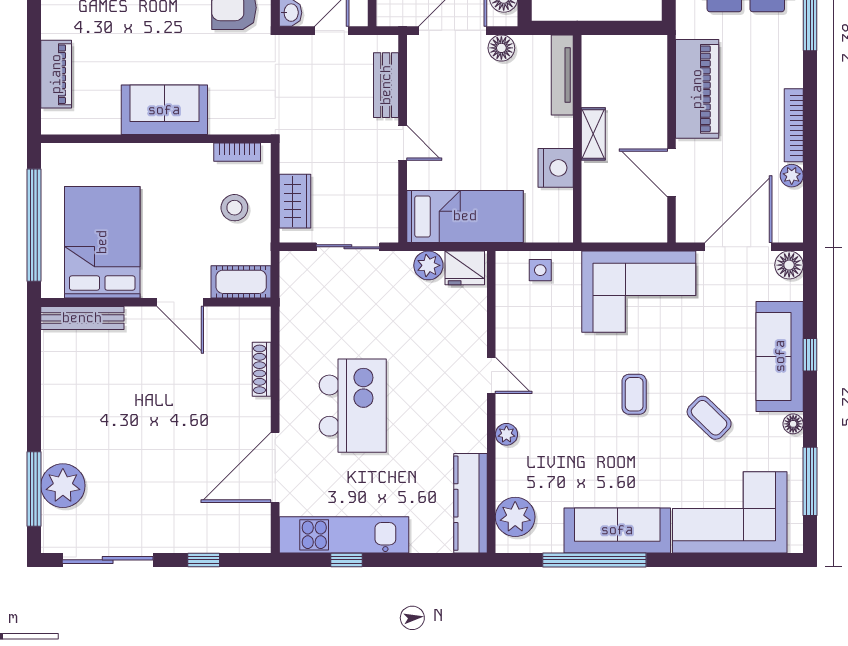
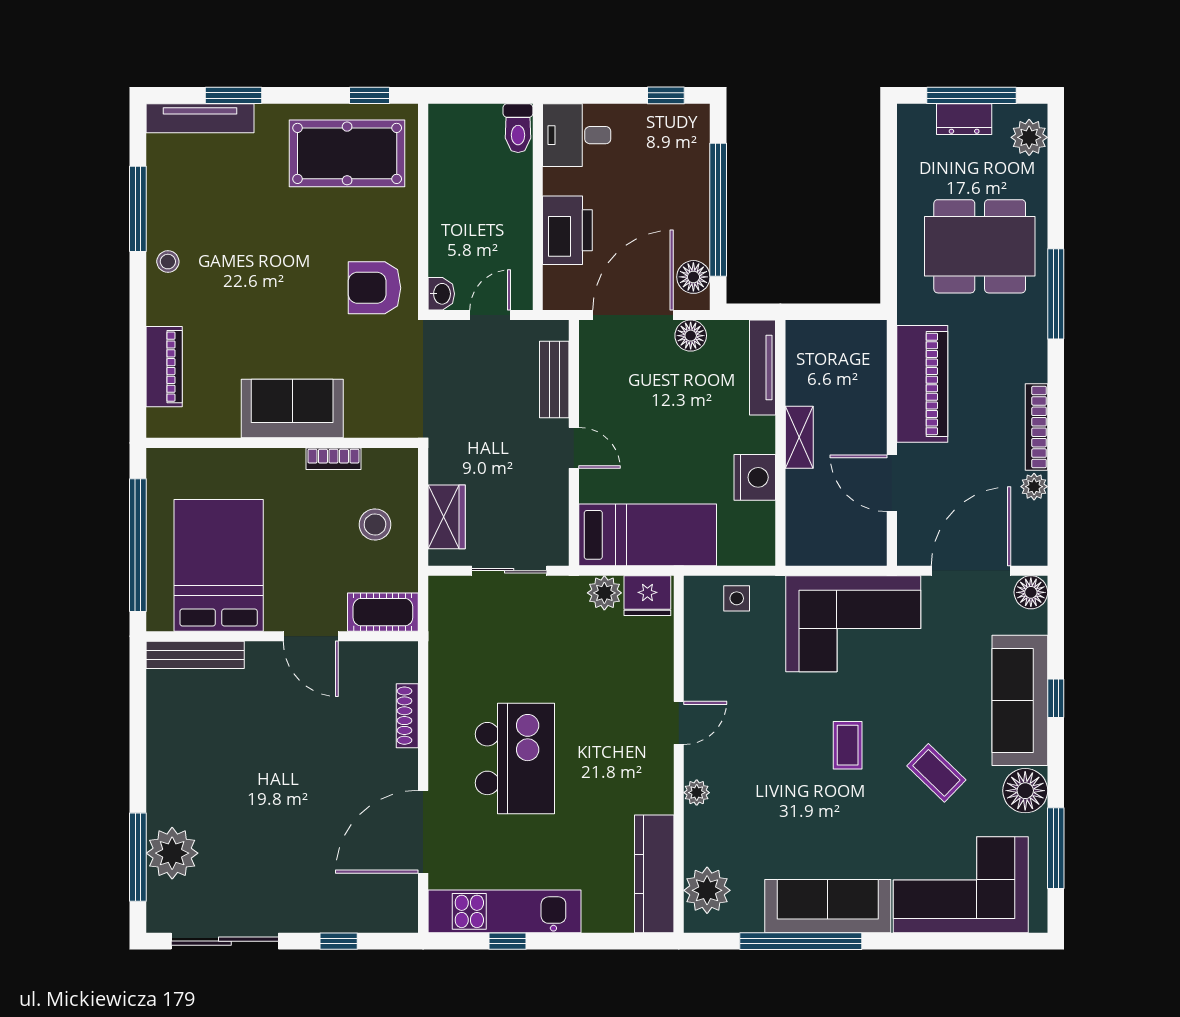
bookcase: (237, 152) -> (333, 459), moved
door: (491, 375) -> (679, 723), hinge flipped
floor lamp: (793, 424) -> (1025, 791), width x1.89, depth x1.89

